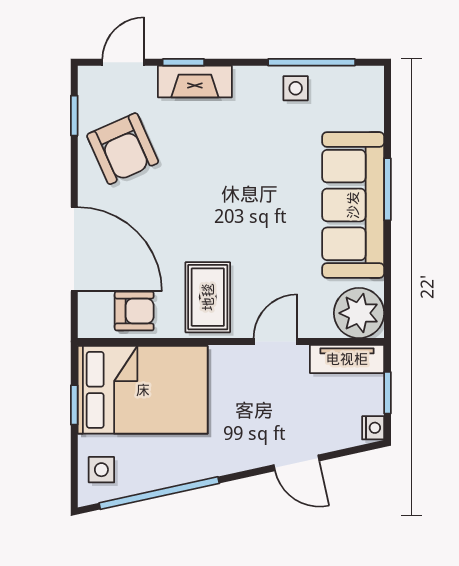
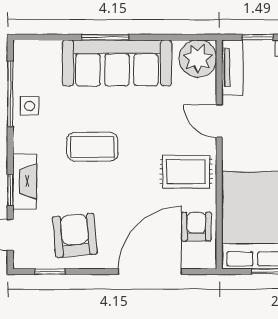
armchair: (123, 149) -> (75, 235), turned -71
coffee table: (241, 172) -> (92, 147), added

